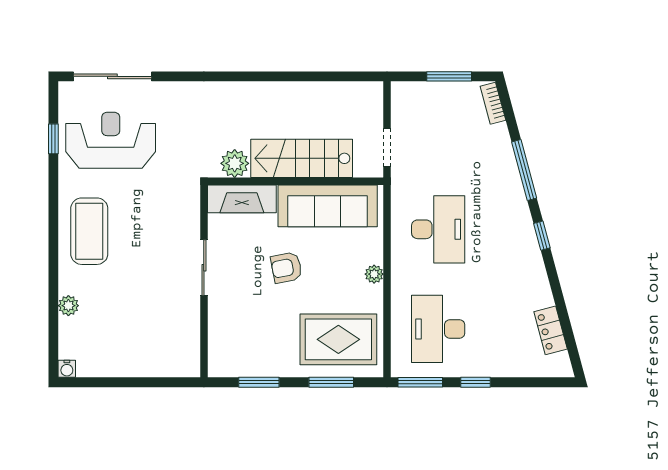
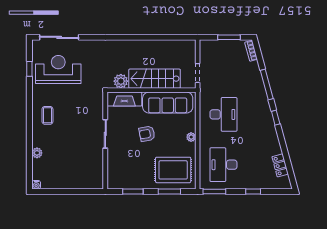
coffee table: (89, 231) -> (47, 115), width x0.54, depth x0.58
window: (476, 382) -> (253, 192), moved

